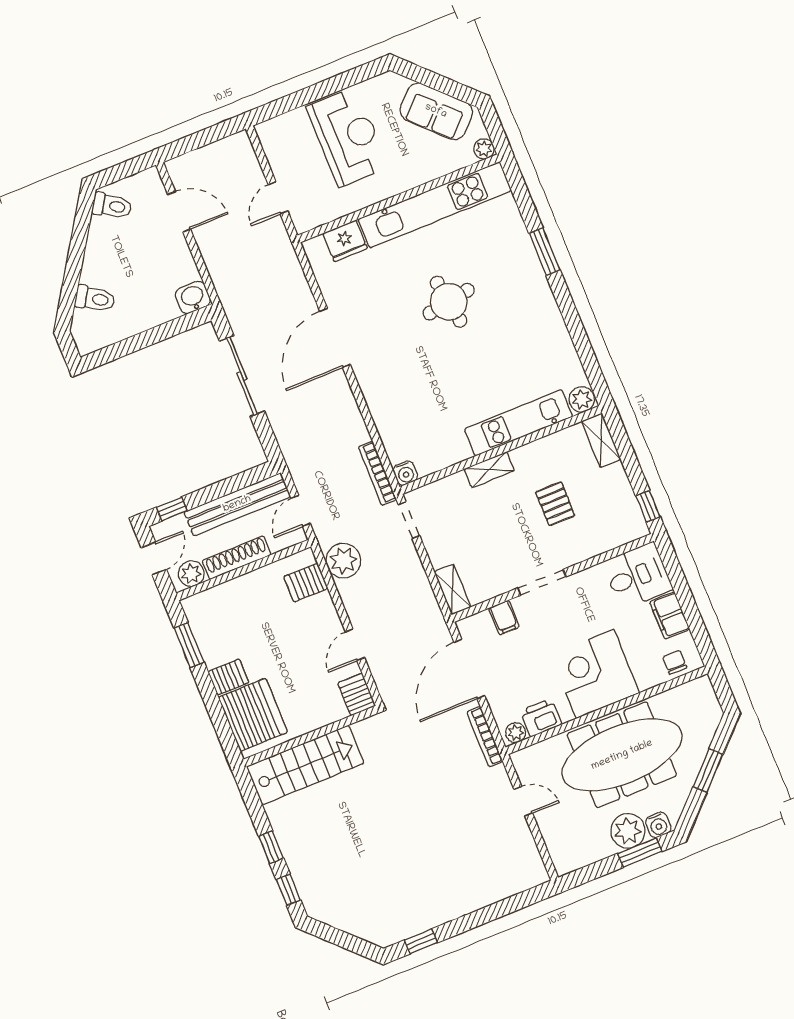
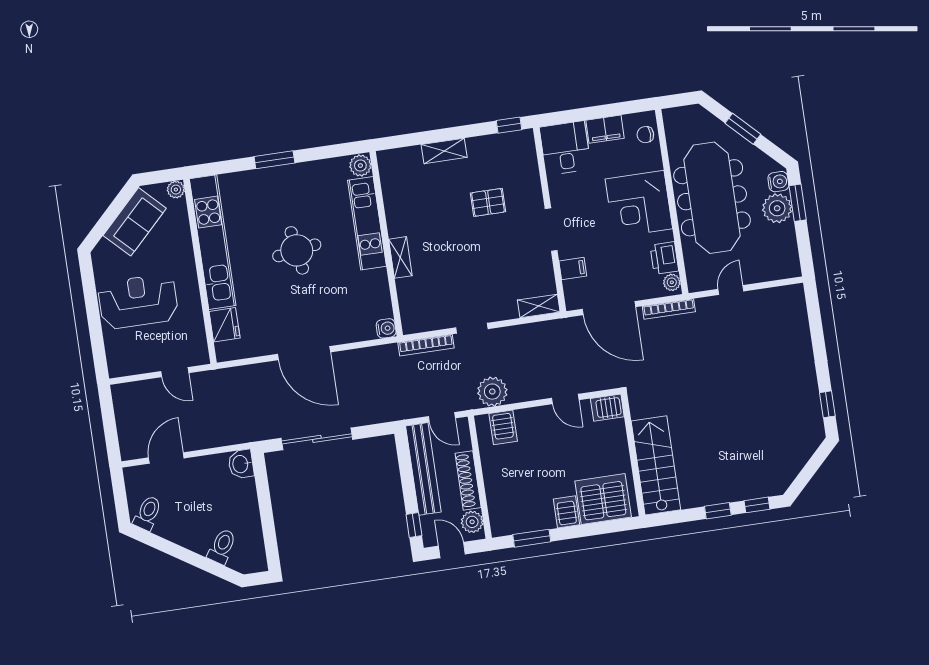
plant: (582, 399) -> (360, 166), moved
kitchen unit: (518, 423) -> (367, 223), moved
wall: (501, 450) -> (386, 244), moved
shelving: (489, 470) -> (400, 257), moved
water cooler: (405, 473) -> (386, 328), moved

